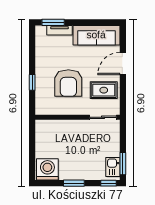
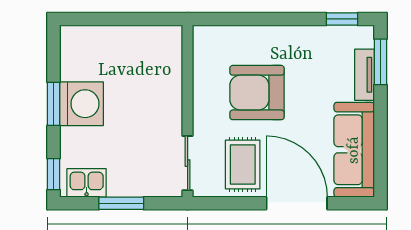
door: (123, 64) -> (297, 203), width x1.36
window: (32, 82) -> (342, 19), moved
window: (123, 164) -> (121, 203), moved
washing machine: (47, 169) -> (82, 104), moved

